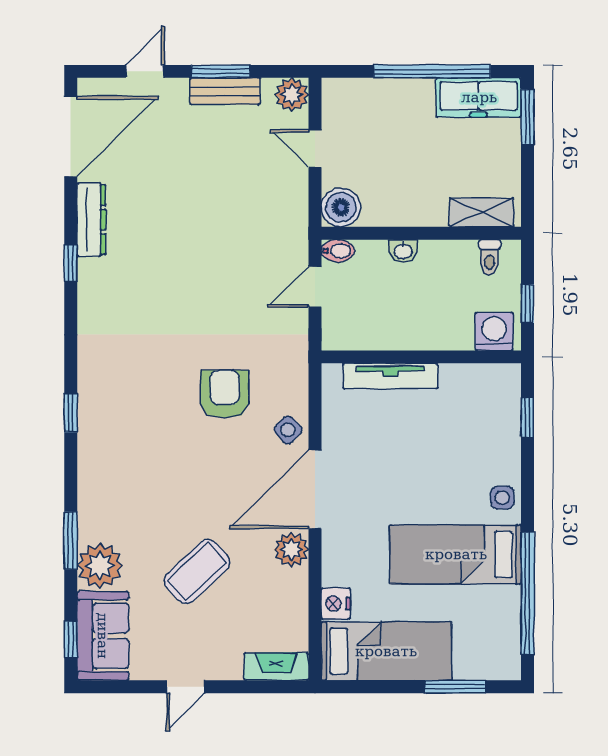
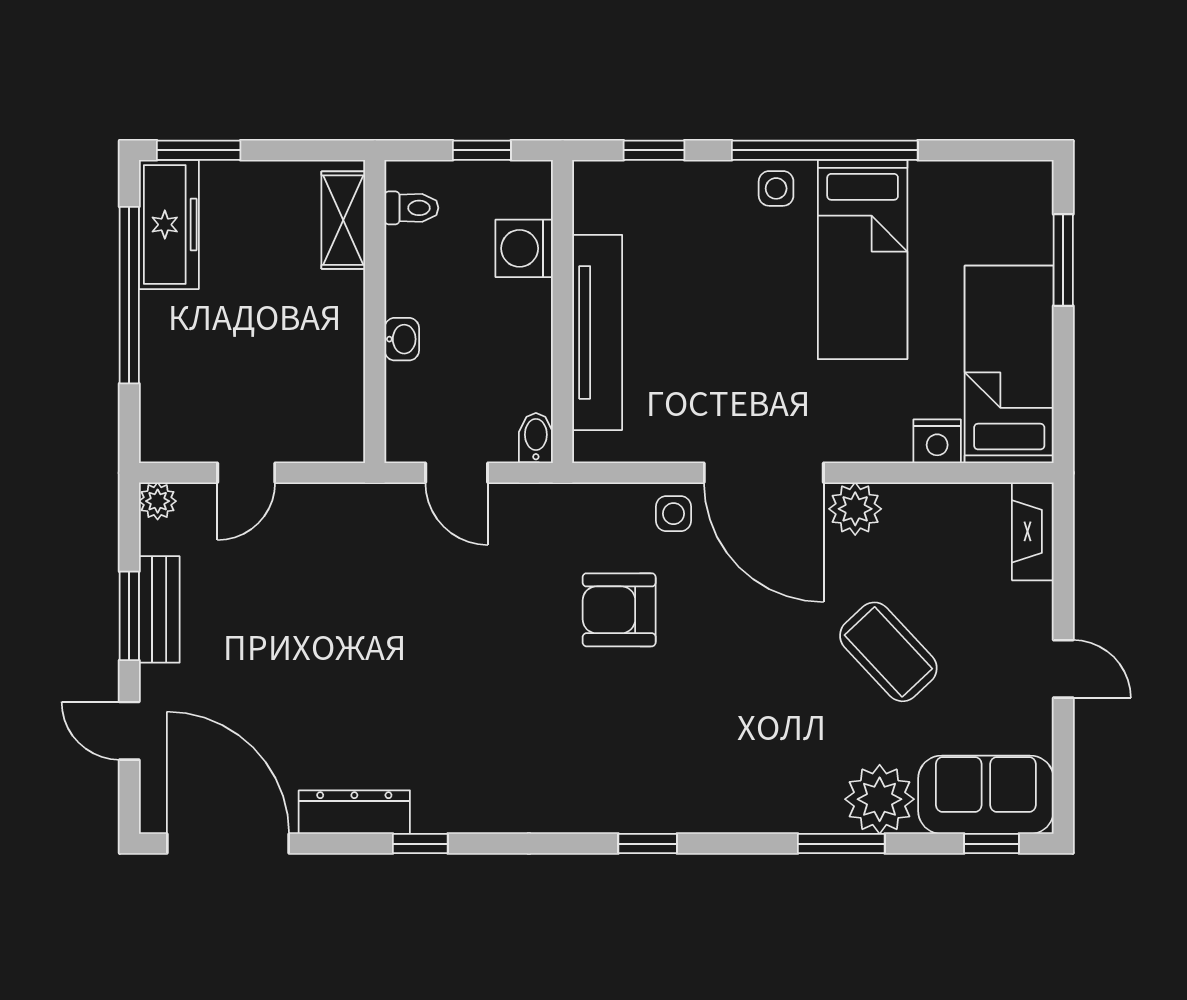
plant: (292, 95) -> (158, 501), width x0.73, depth x0.73
boiler: (341, 207) -> (336, 434), removed
bidet: (338, 251) -> (536, 438), moved
washing machine: (494, 332) -> (524, 248), moved
tv unit: (390, 376) -> (597, 332), width x1.36, depth x1.29
side table: (288, 430) -> (673, 514), turned 45
window: (527, 593) -> (825, 150), moved

